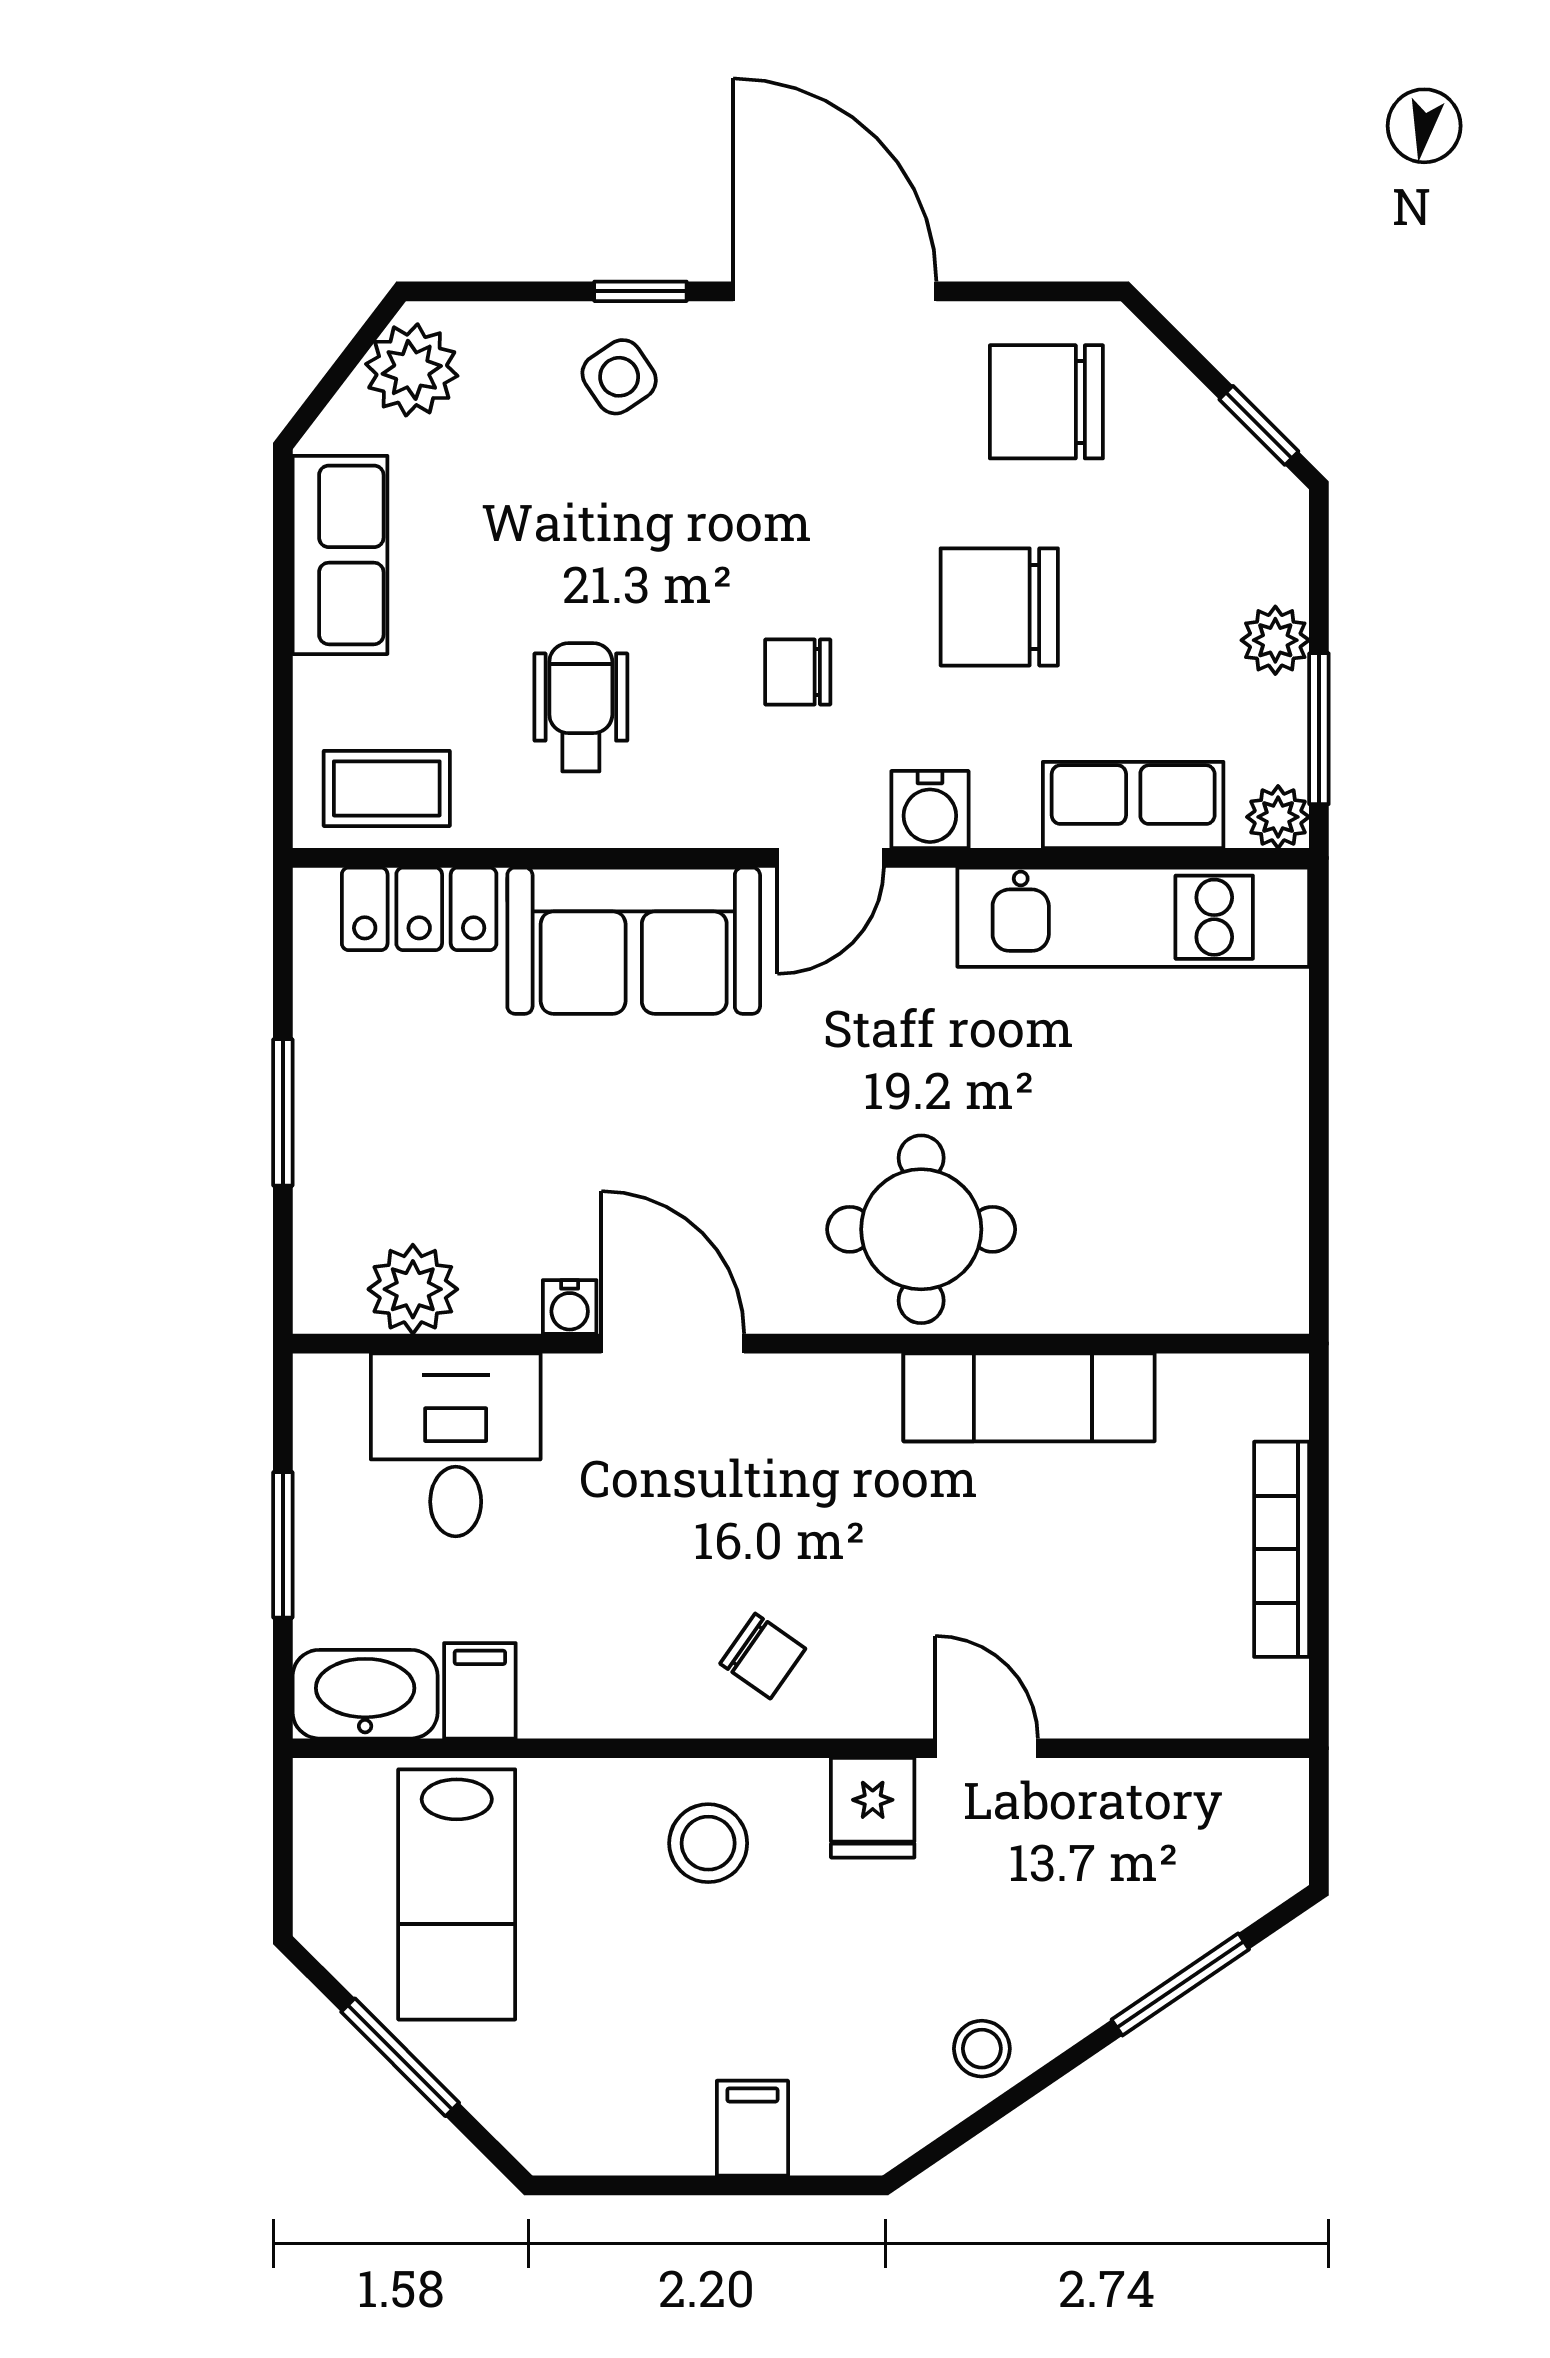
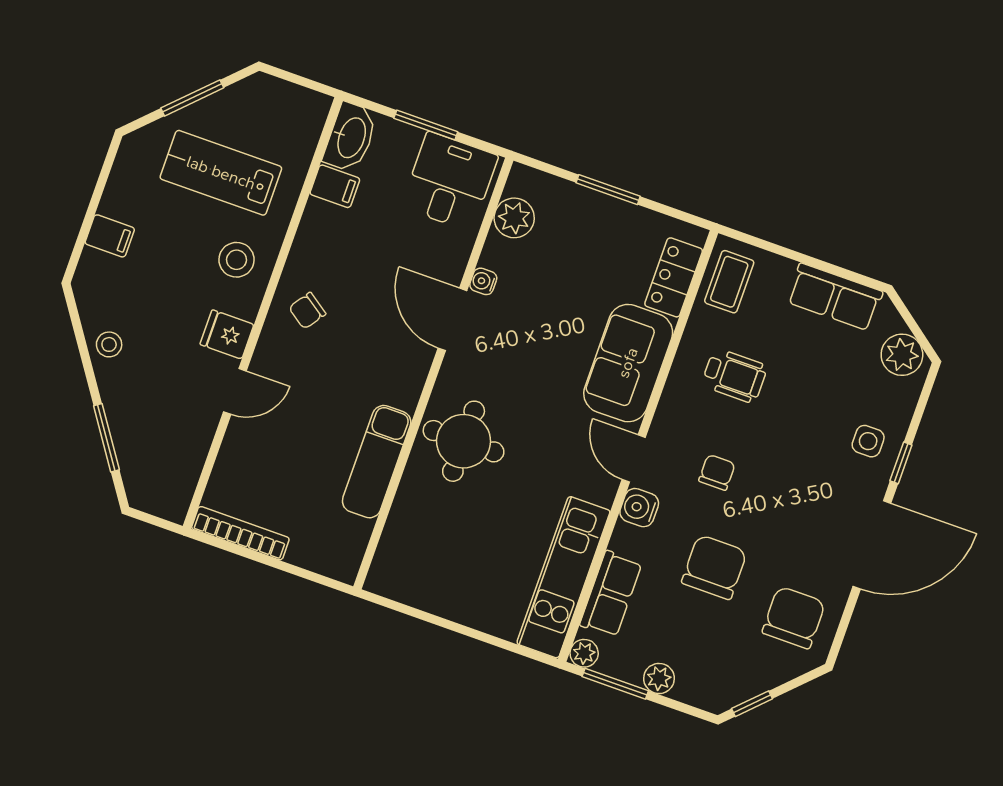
side table: (619, 377) -> (868, 441), turned 34
door: (673, 1344) -> (452, 319), swing flipped
desk: (456, 1445) -> (450, 181), moved, turned -90
bookcase: (1282, 1549) -> (240, 533), moved
lab bench: (457, 1894) -> (221, 173), moved

